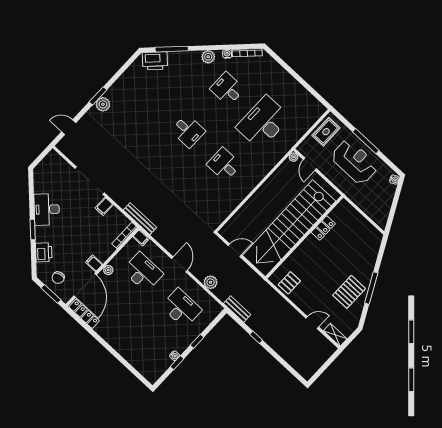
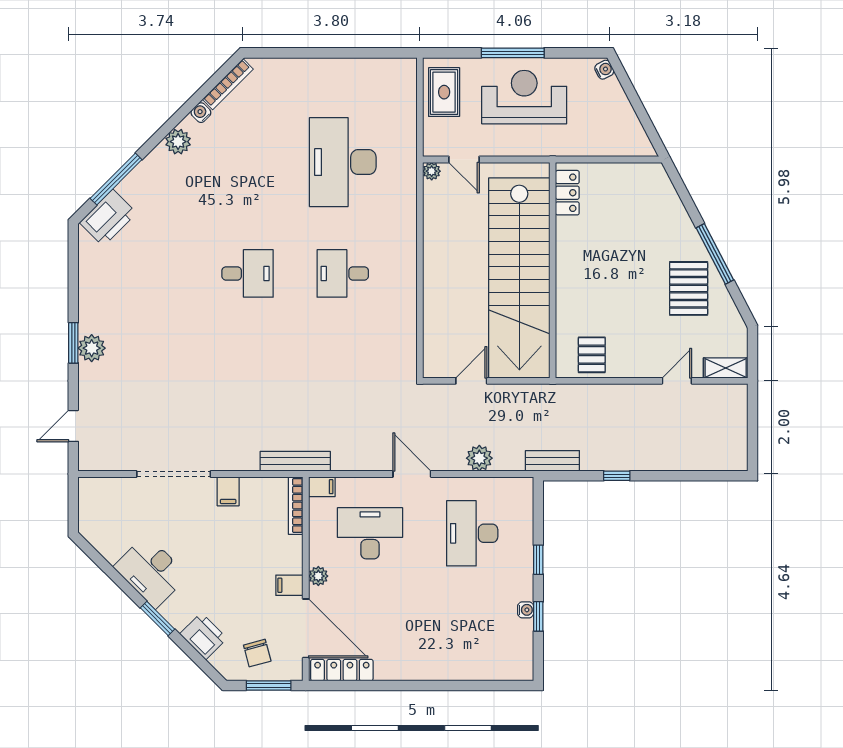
desk: (227, 89) -> (248, 162), removed
locker: (323, 228) -> (567, 193), moved
desk: (181, 308) -> (472, 533), turned -90

